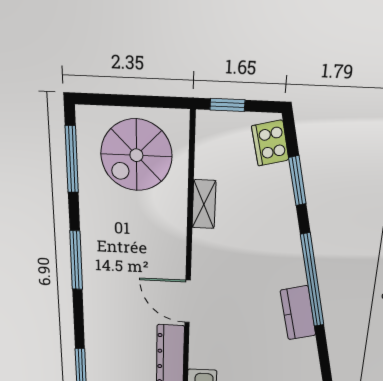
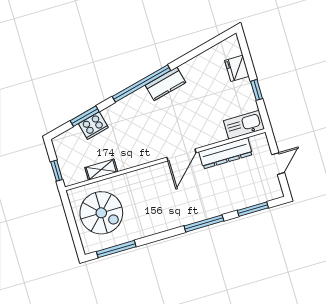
cooker: (270, 143) -> (93, 126), moved
shelving: (204, 204) -> (101, 170), moved
window: (76, 260) -> (204, 223), moved

